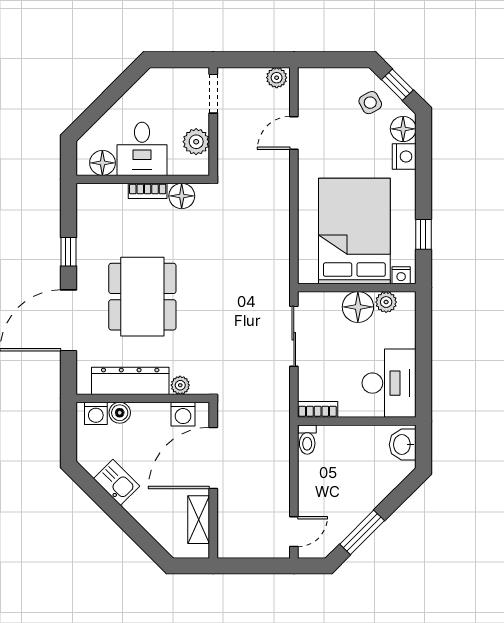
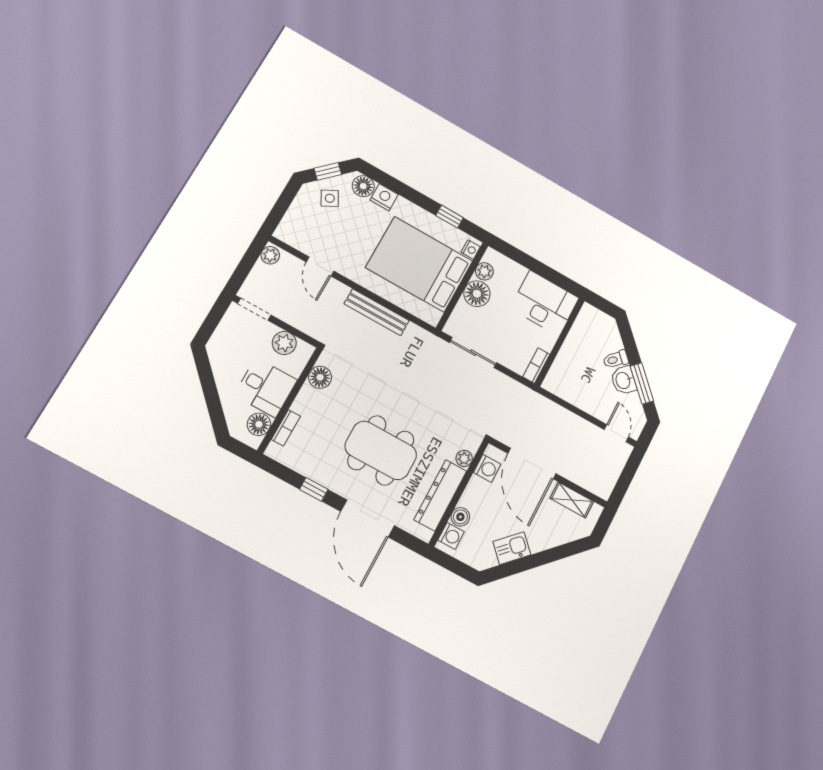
bookcase: (148, 191) -> (286, 428), moved
bench: (280, 215) -> (377, 312), added
toilet: (307, 440) -> (616, 359), moved, turned 135
washbasin: (403, 445) -> (624, 380), moved, turned 45

